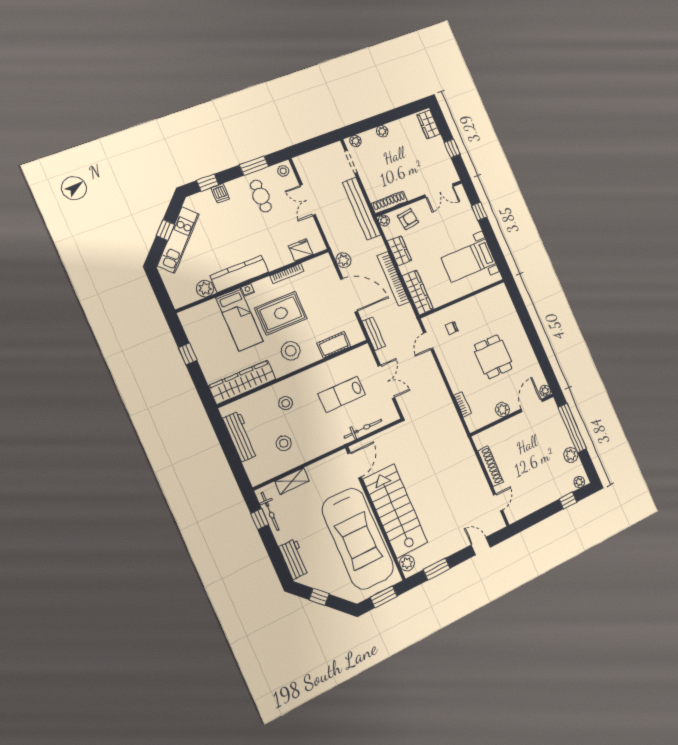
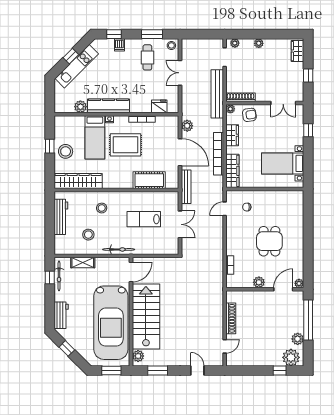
bench: (374, 334) -> (186, 187), width x1.36
cot: (334, 345) -> (149, 180), width x1.37, depth x1.34
stool: (291, 351) -> (66, 151), moved
bicycle: (363, 429) -> (119, 249), moved
plant: (579, 482) -> (291, 357), width x1.88, depth x1.88

